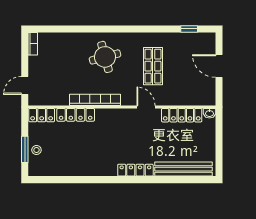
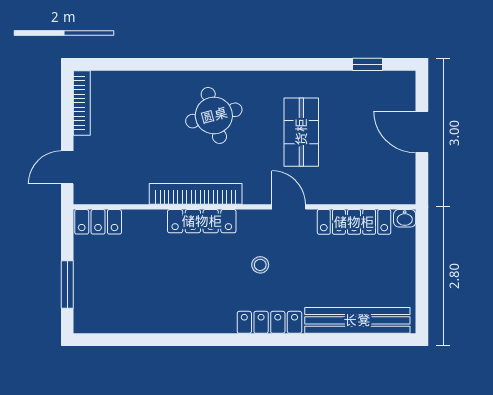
bookcase: (33, 44) -> (82, 103), width x1.56
locker: (76, 115) -> (202, 221), moved
stool: (36, 150) -> (260, 265), moved

